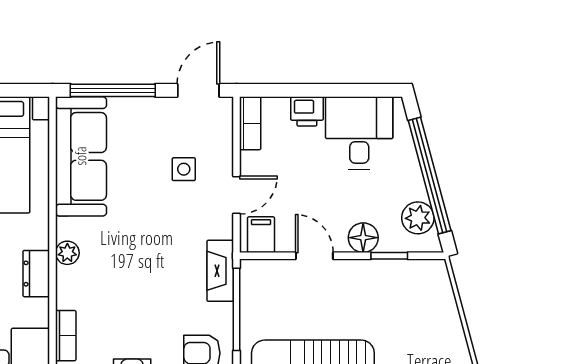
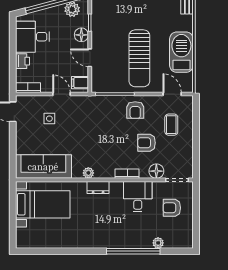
window: (113, 90) -> (13, 152), removed
door: (314, 256) -> (90, 58), hinge flipped
fireplace: (220, 271) -> (97, 102), removed

